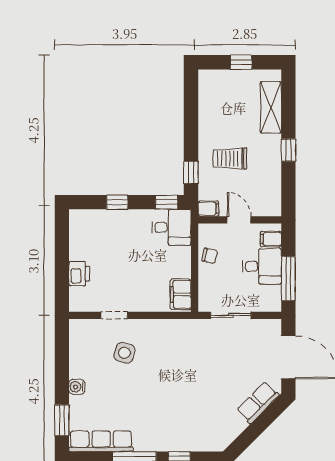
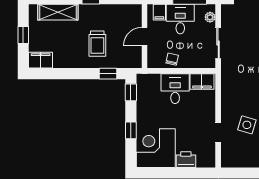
filing cabinet: (208, 209) -> (41, 60), moved, width x2.00
desk: (171, 227) -> (175, 89), moved
corner desk: (94, 234) -> (156, 148), added
plant: (264, 305) -> (210, 17), added

